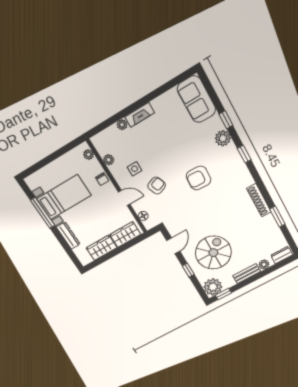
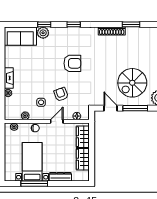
plant: (223, 138) -> (43, 33), moved
armchair: (199, 178) -> (72, 63), turned -93
spiral stairs: (213, 253) -> (132, 83), turned -90
window: (188, 270) -> (135, 108), width x2.17

